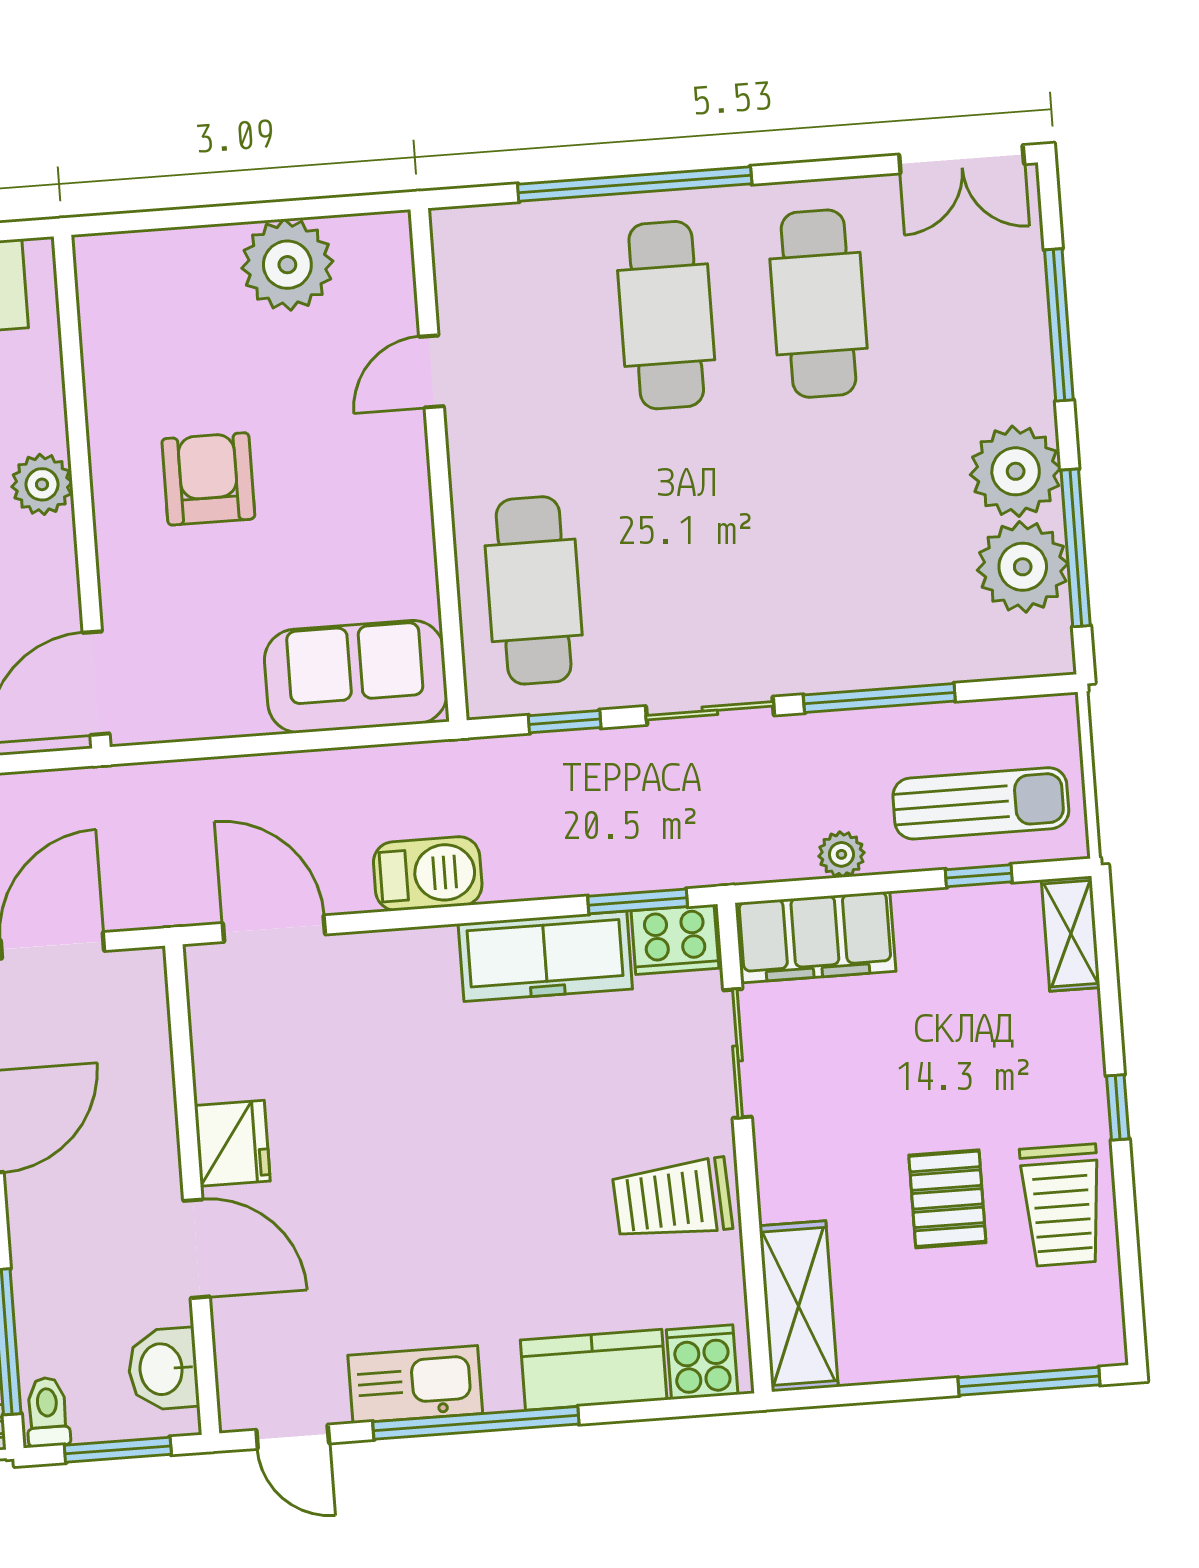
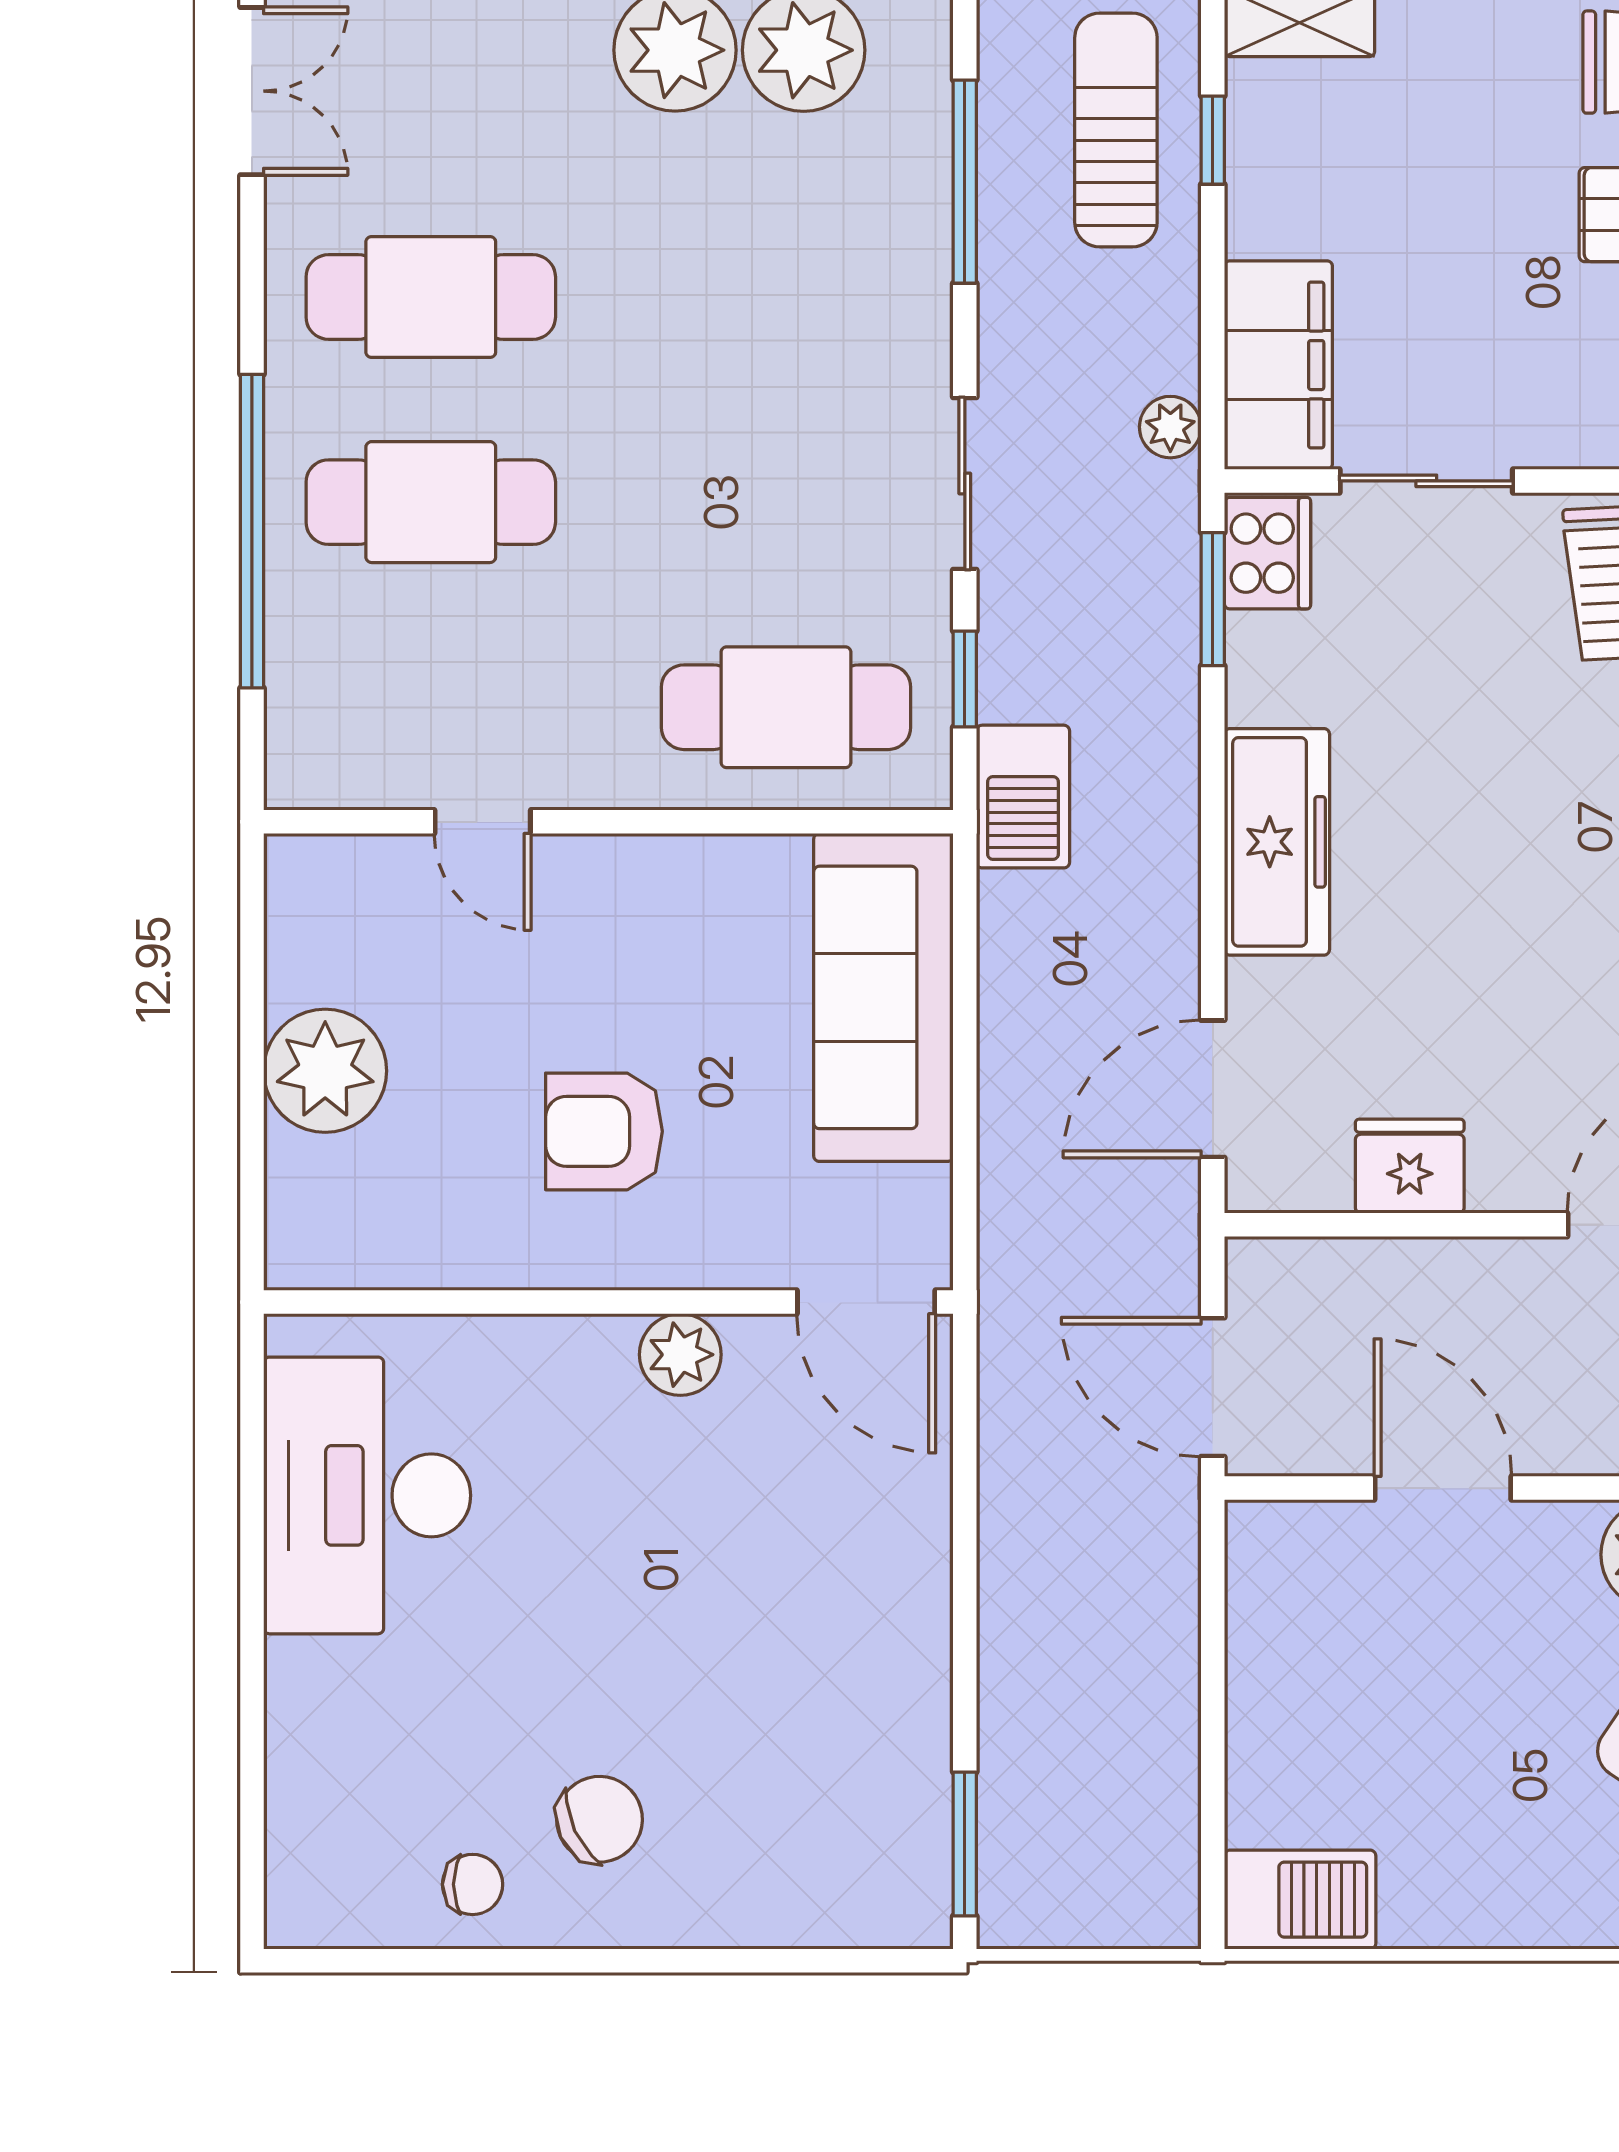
plant: (287, 265) -> (325, 1071), moved
plant: (42, 484) -> (680, 1355), moved
sofa: (356, 677) -> (883, 997), width x1.36
window: (879, 698) -> (965, 182), moved
plant: (841, 854) -> (1170, 427), moved
barbecue: (428, 874) -> (1023, 797), moved, turned 180
freezer: (545, 956) -> (1277, 842), moved
fridge: (232, 1143) -> (1410, 1166), moved

